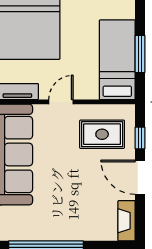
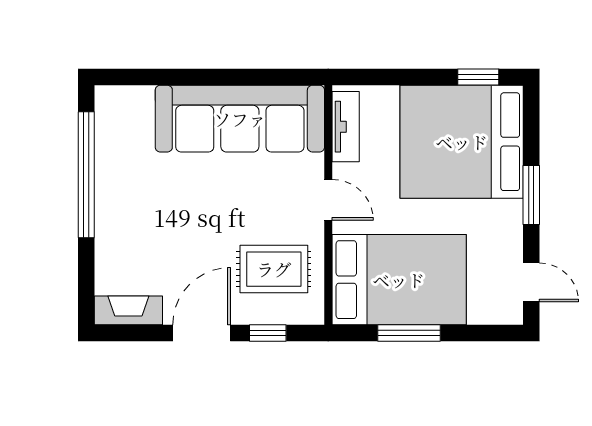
bed: (117, 60) -> (399, 280), width x1.50
rug: (102, 134) -> (274, 269), turned 90

